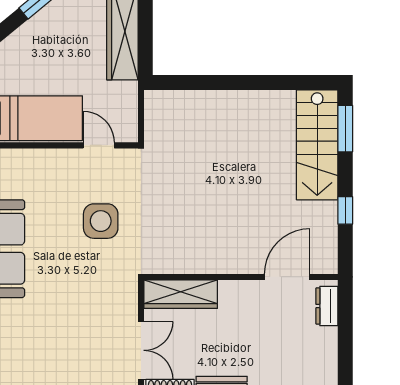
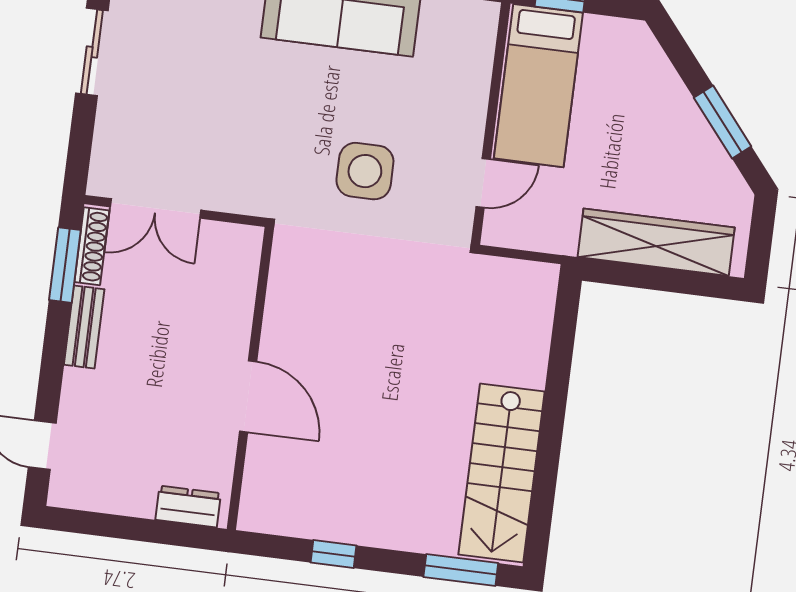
stairs: (317, 145) -> (502, 473), moved, turned -90
door: (287, 277) -> (248, 396), moved
wardrobe: (181, 294) -> (236, 281), removed

